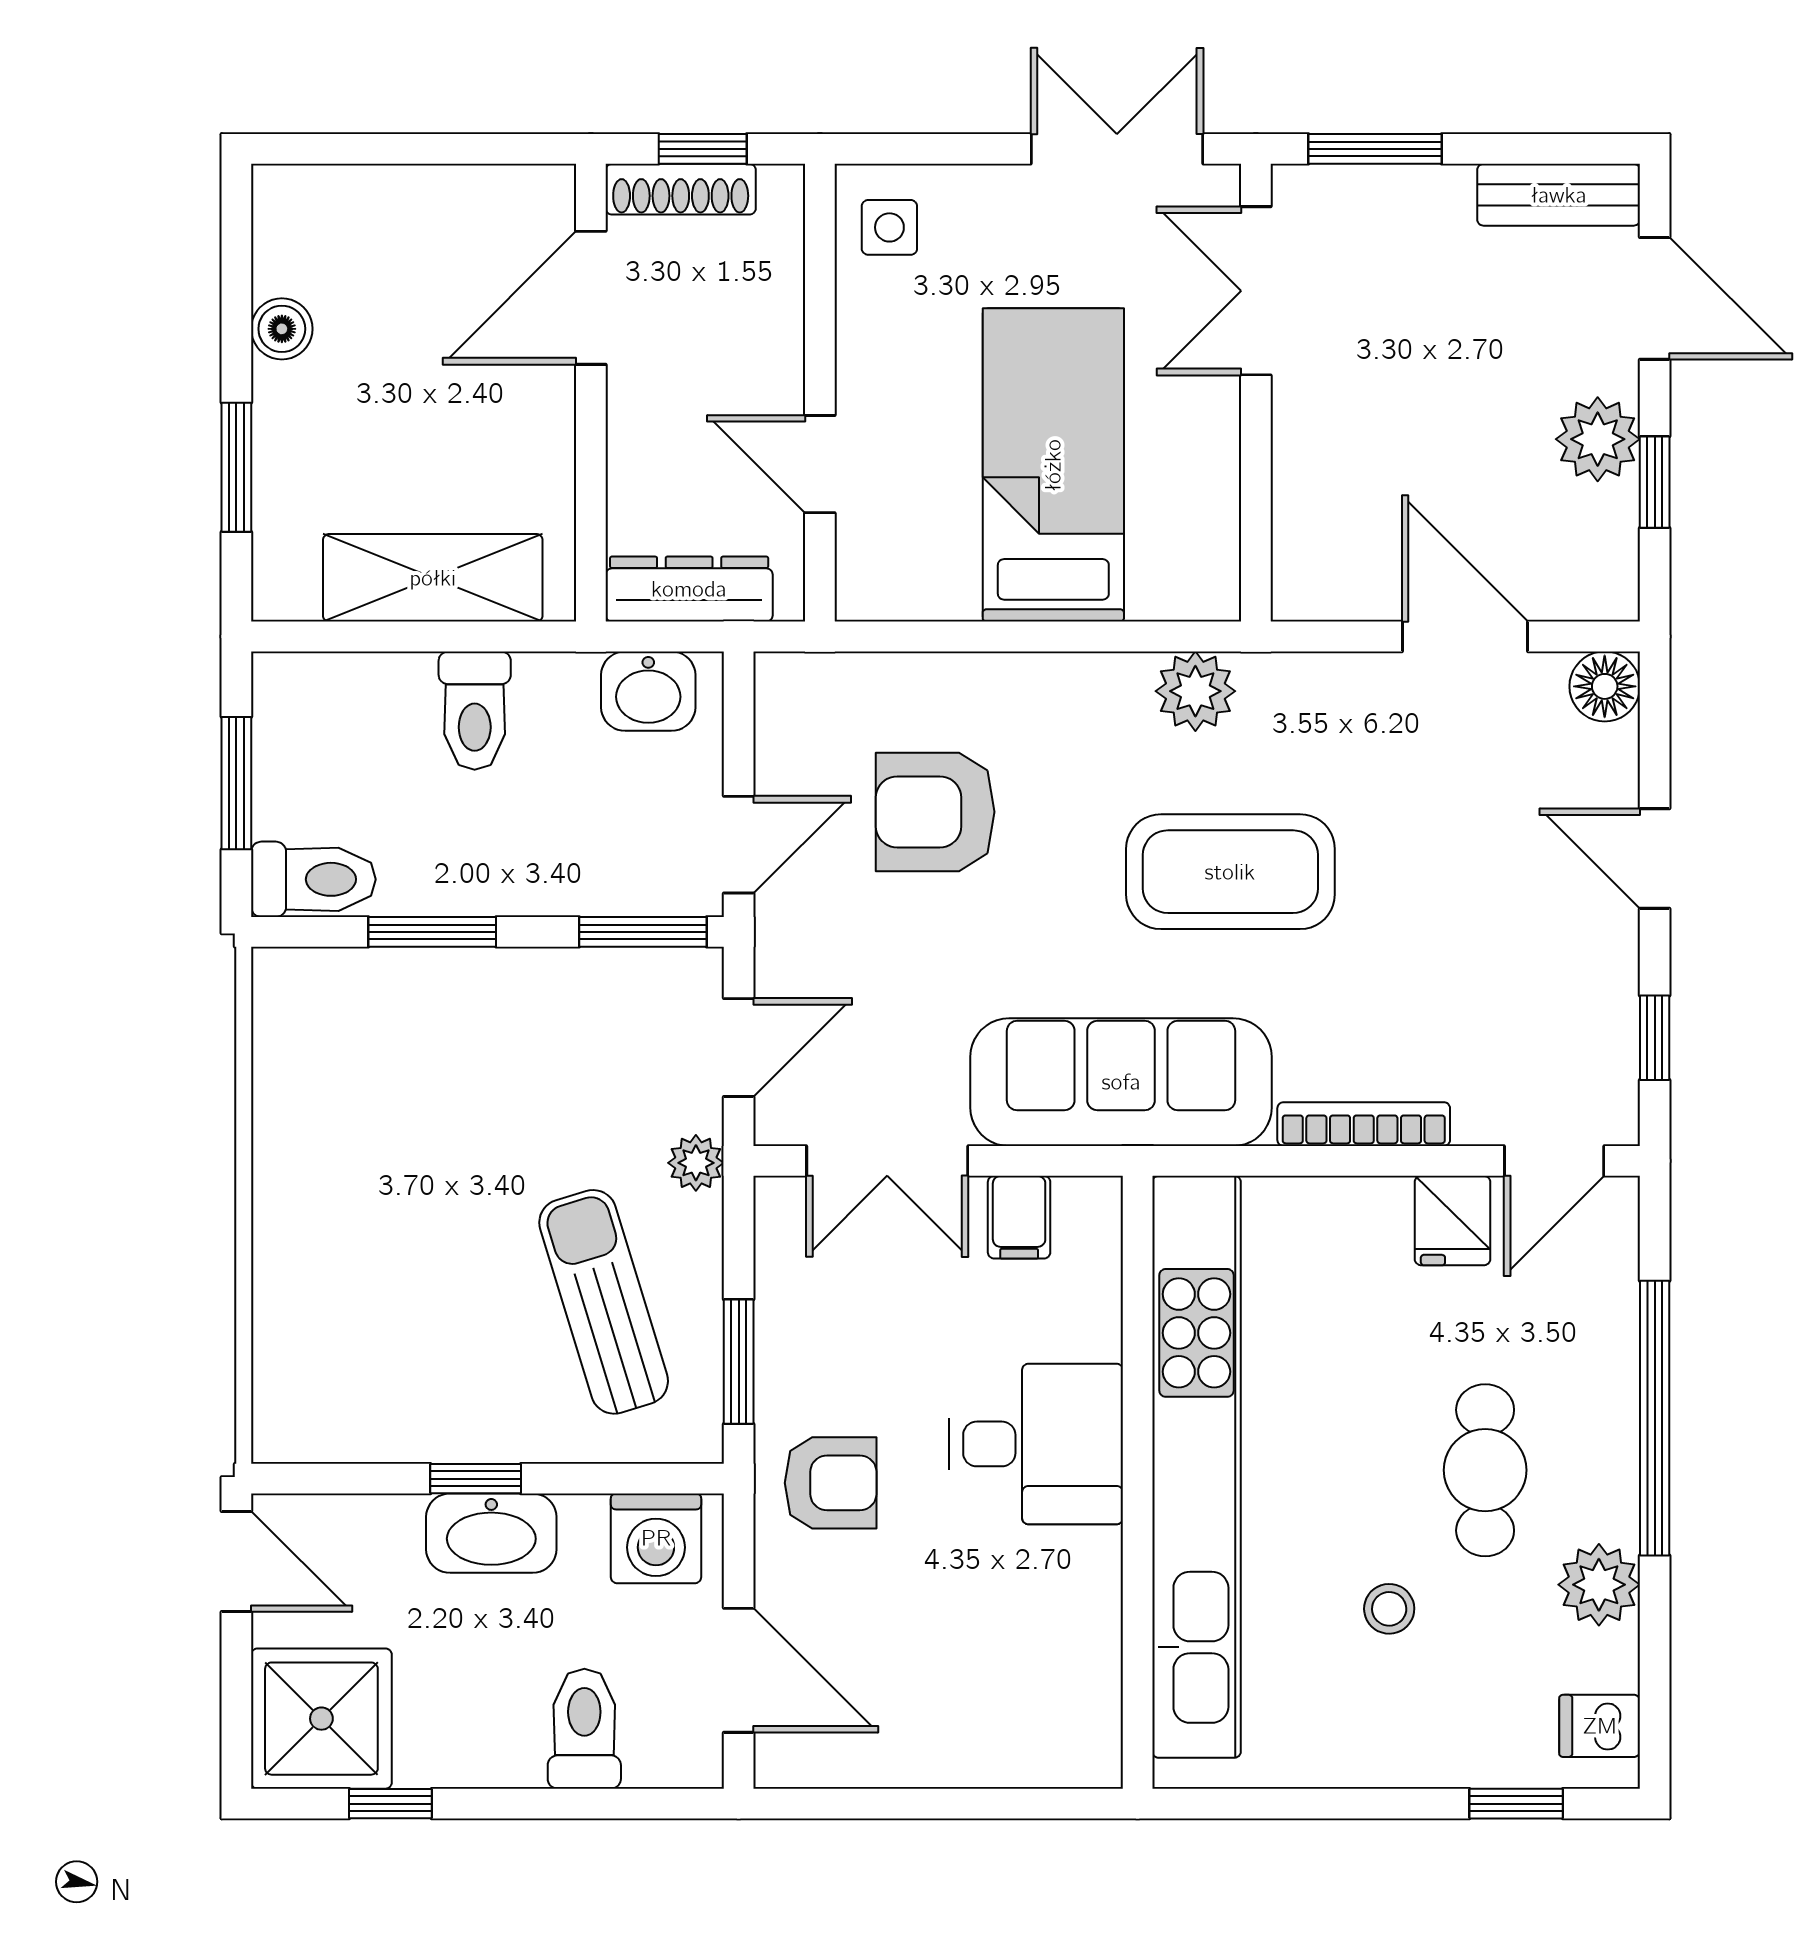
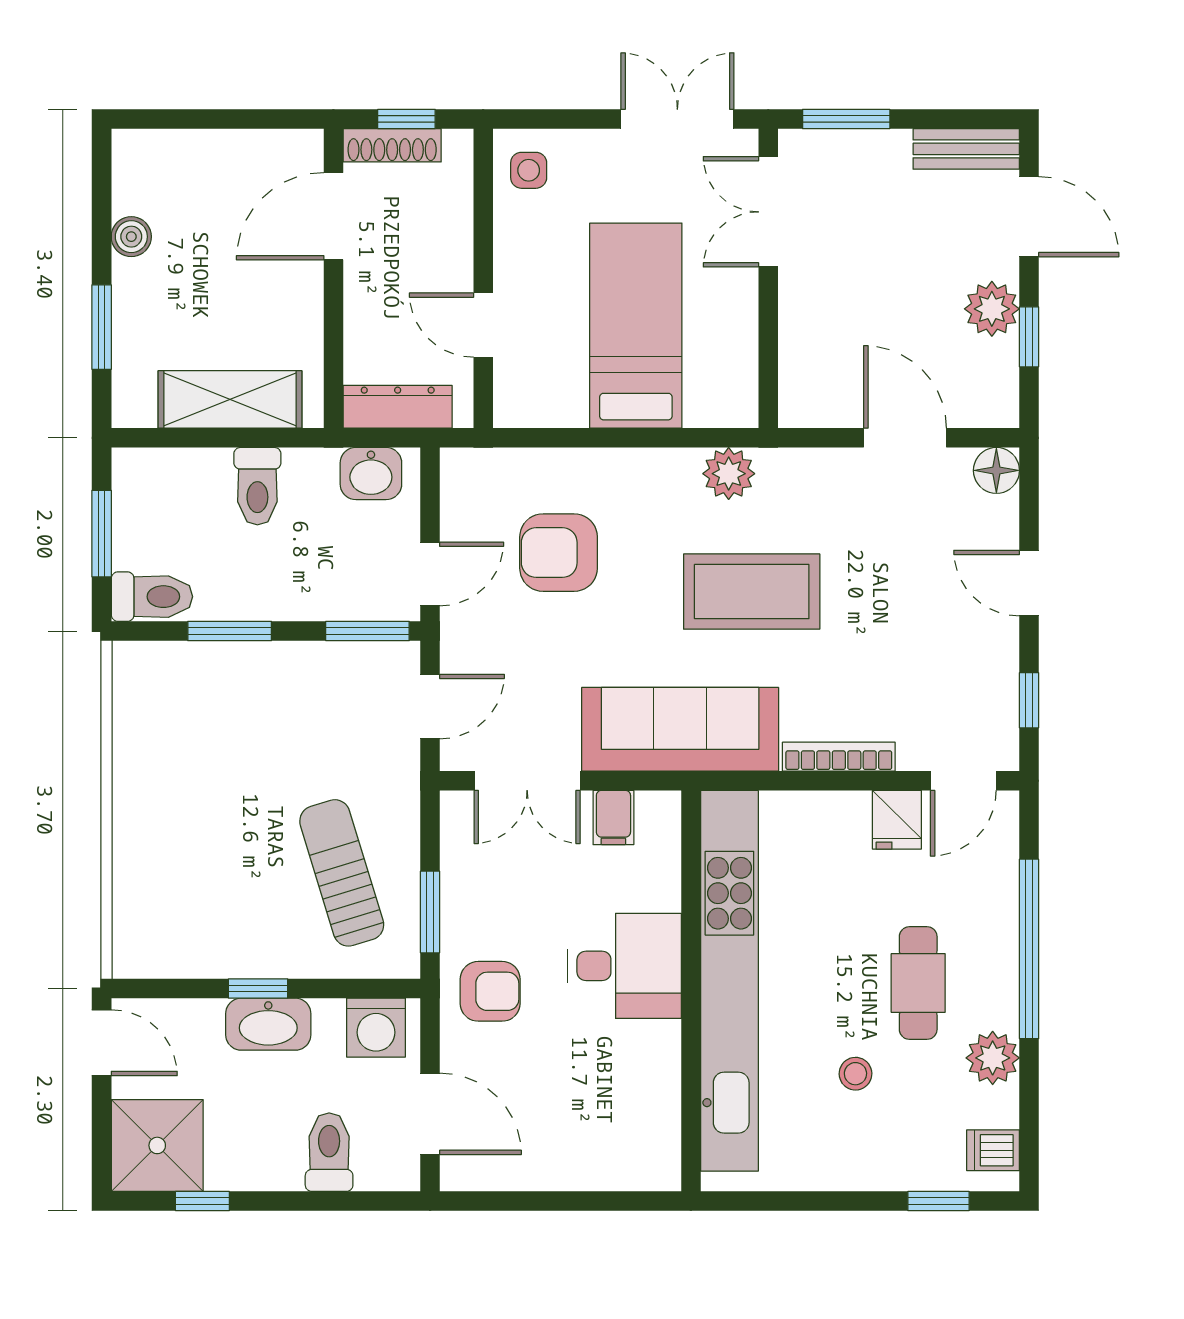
plant: (696, 1163) -> (402, 782), removed

